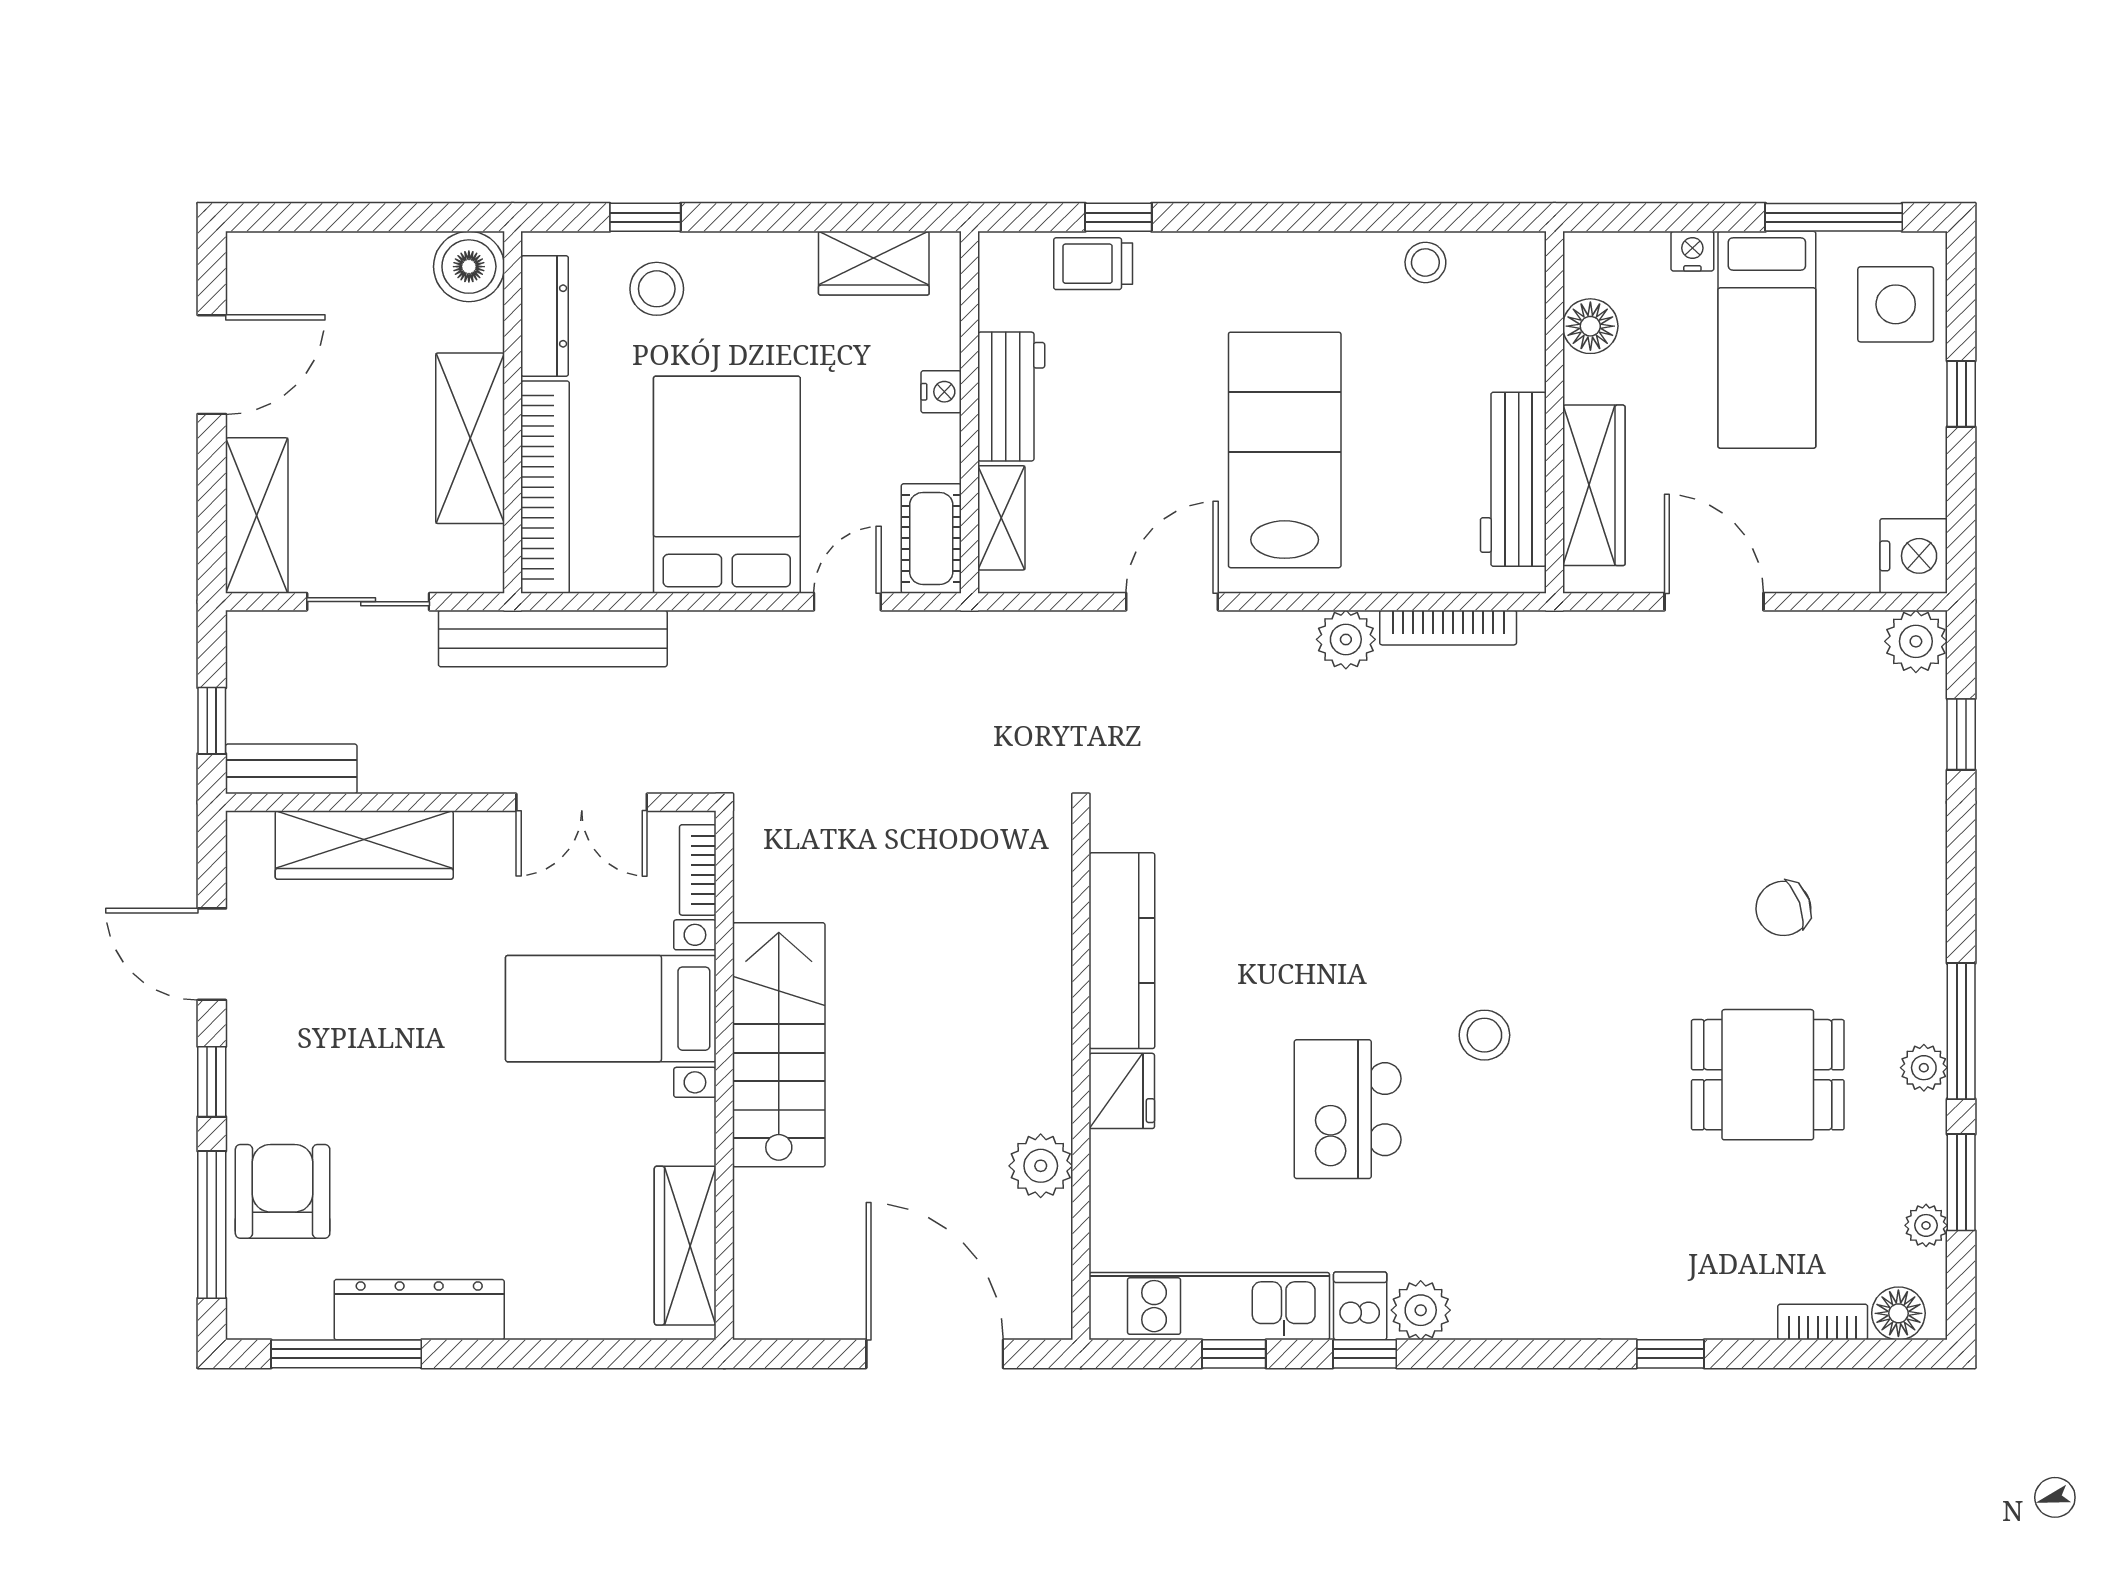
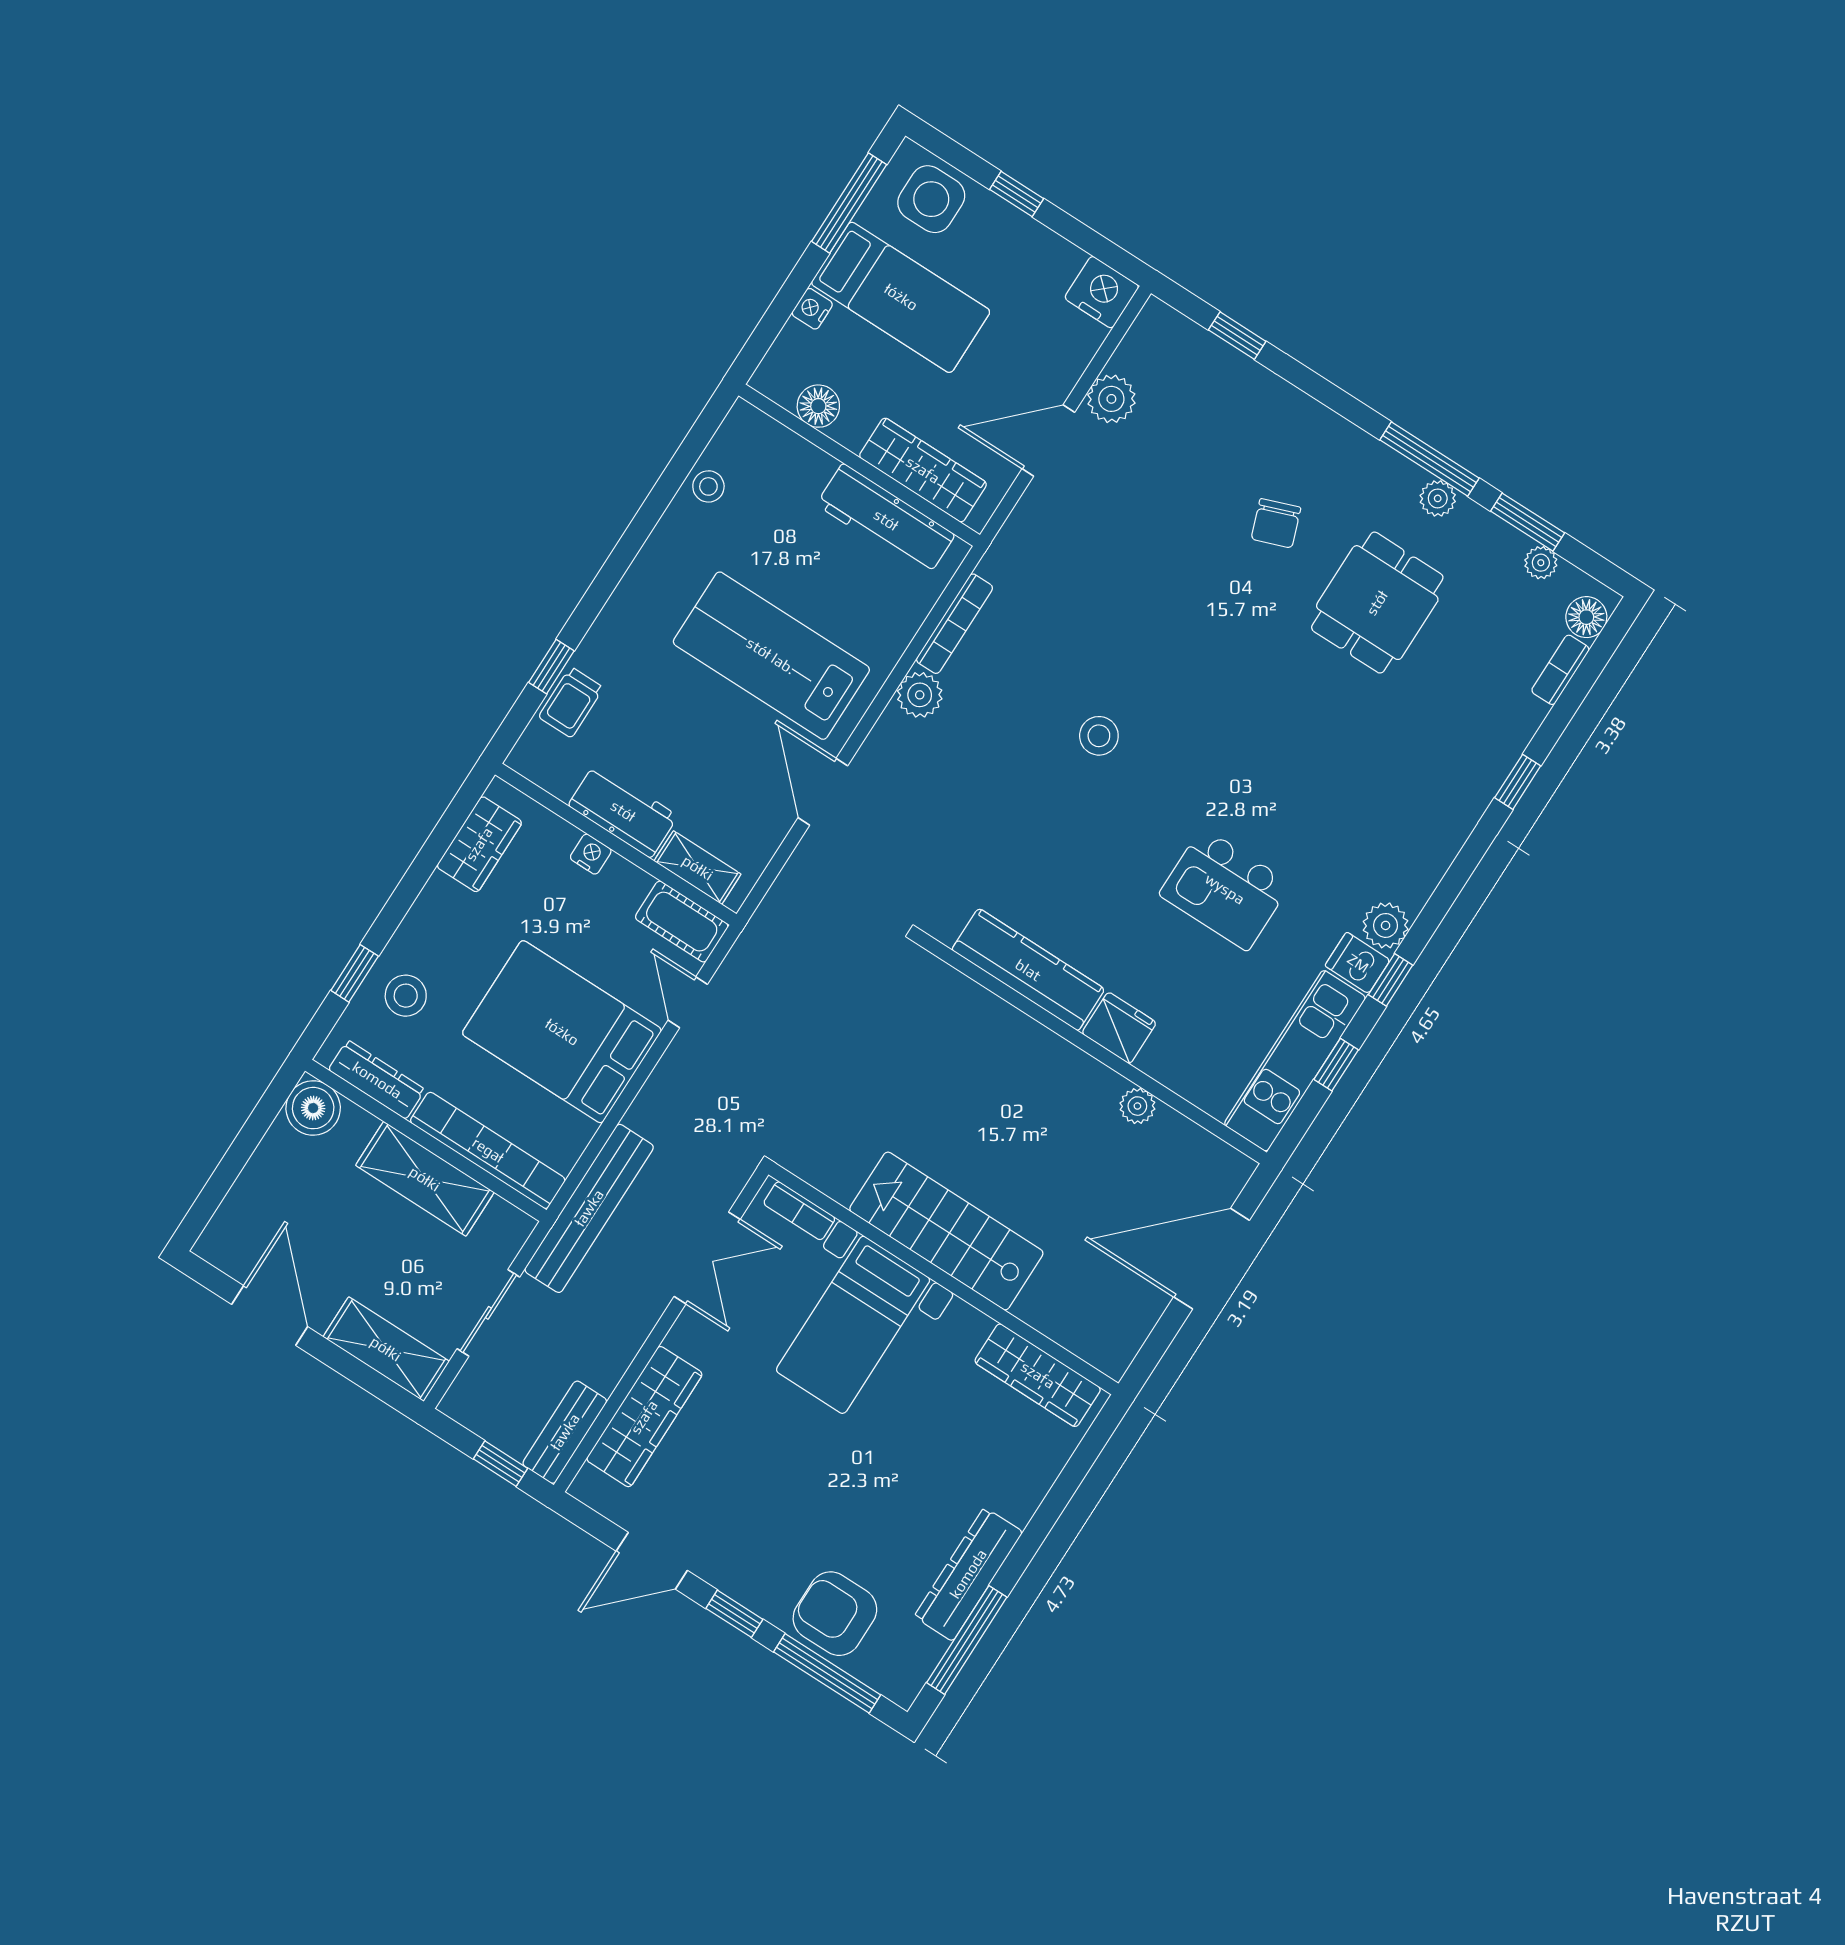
plant: (1916, 641) -> (1111, 399), moved
stool: (1484, 1035) -> (1099, 736), moved
plant: (1041, 1166) -> (1137, 1106), width x0.73, depth x0.73

